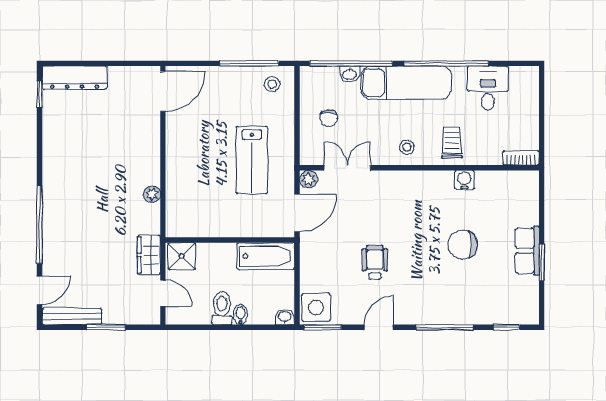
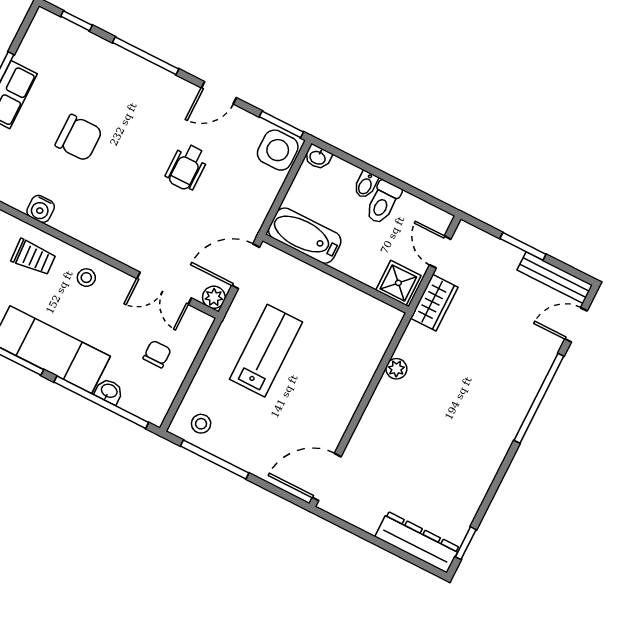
trolley: (452, 143) -> (33, 257), turned -93

